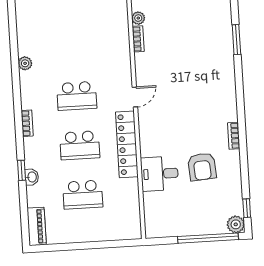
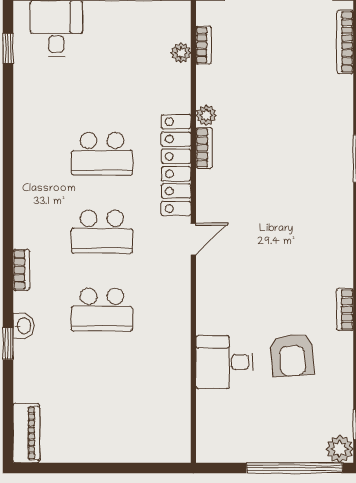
plant: (25, 63) -> (24, 175), removed
locker: (127, 144) -> (176, 165), moved
washbasin: (32, 177) -> (23, 326), moved
school desk: (83, 195) -> (102, 154), moved

